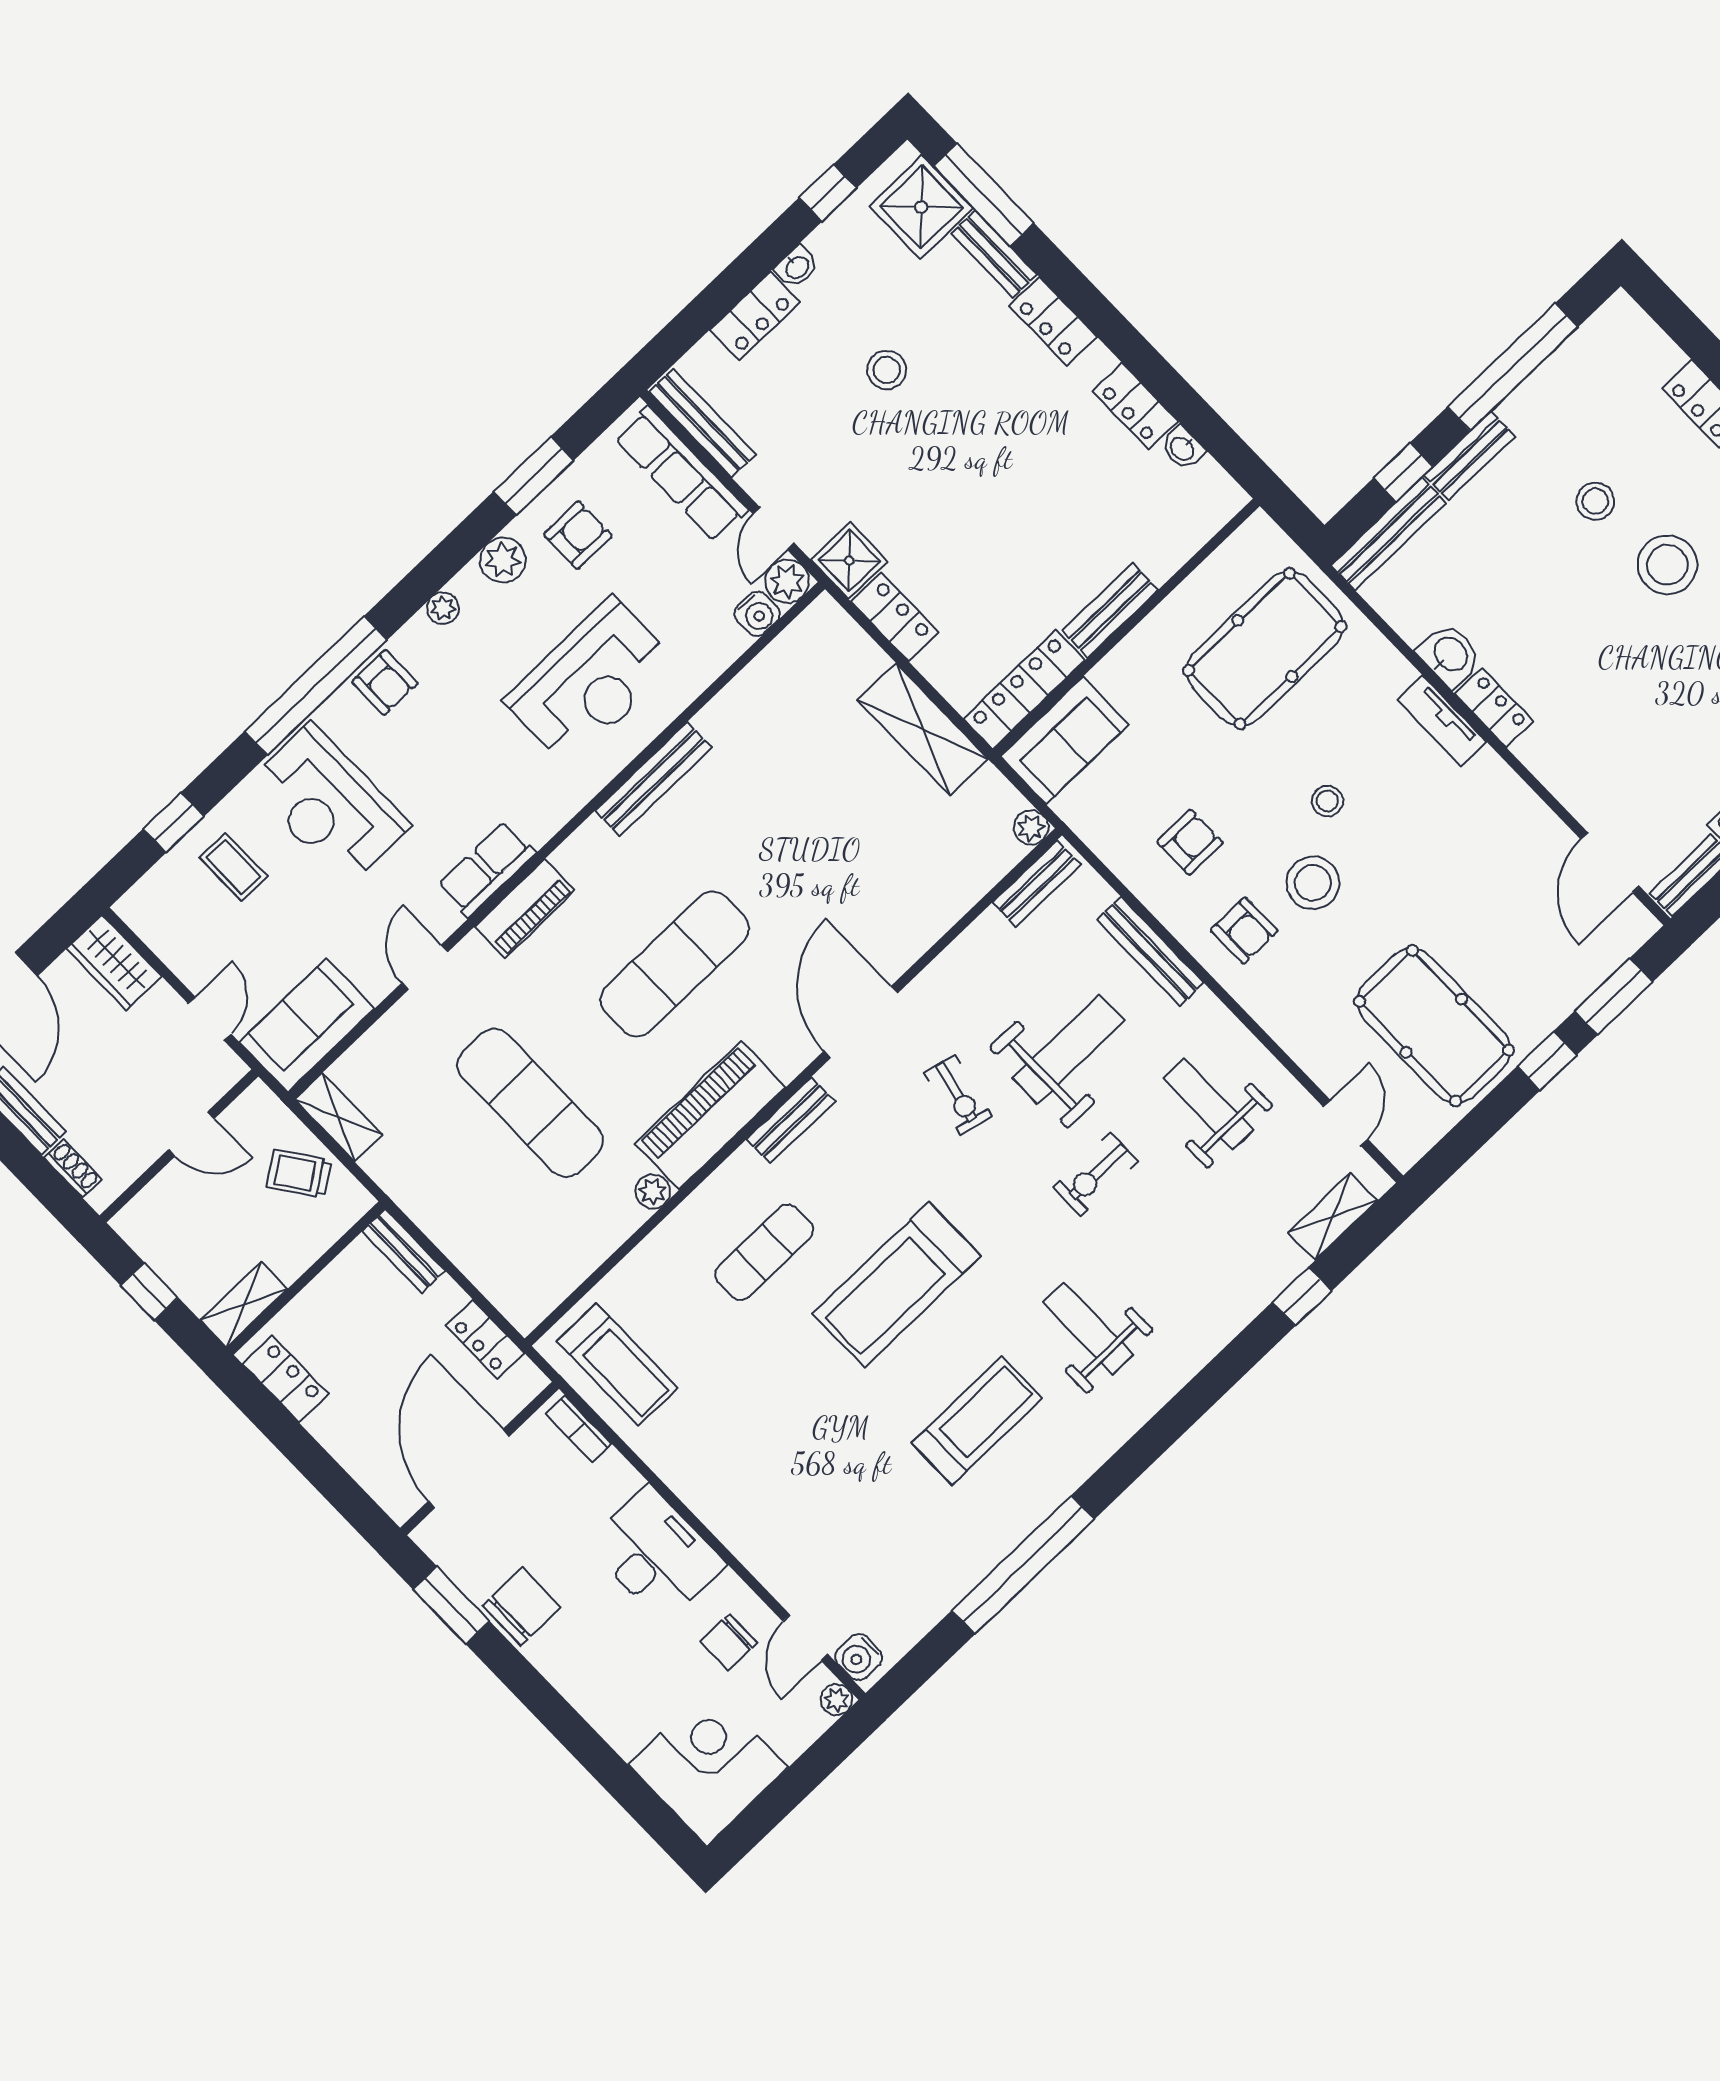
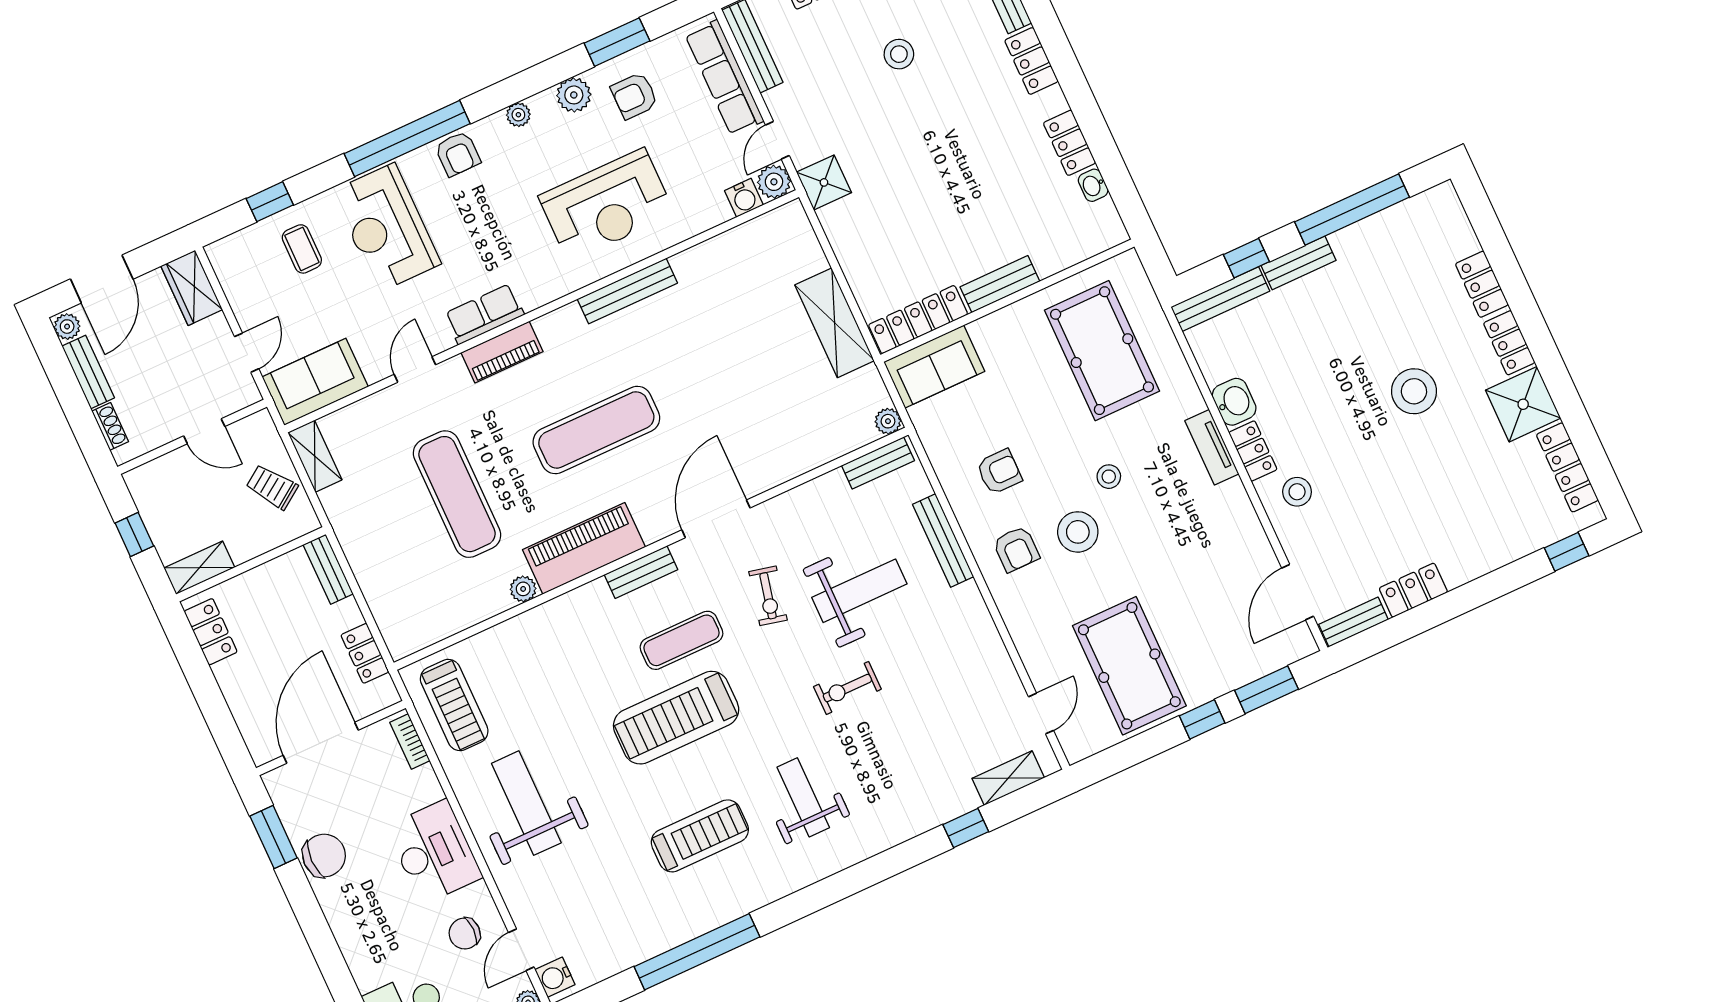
stool: (1595, 501) -> (1297, 492), moved
armchair: (578, 535) -> (634, 96), turned 180
locker: (895, 617) -> (843, 235), removed
pool table: (1265, 649) -> (1102, 351), turned 90
weight bench: (1208, 1104) -> (526, 803), moved, width x1.36, depth x1.33
exercise mat: (764, 1252) -> (681, 640), moved

